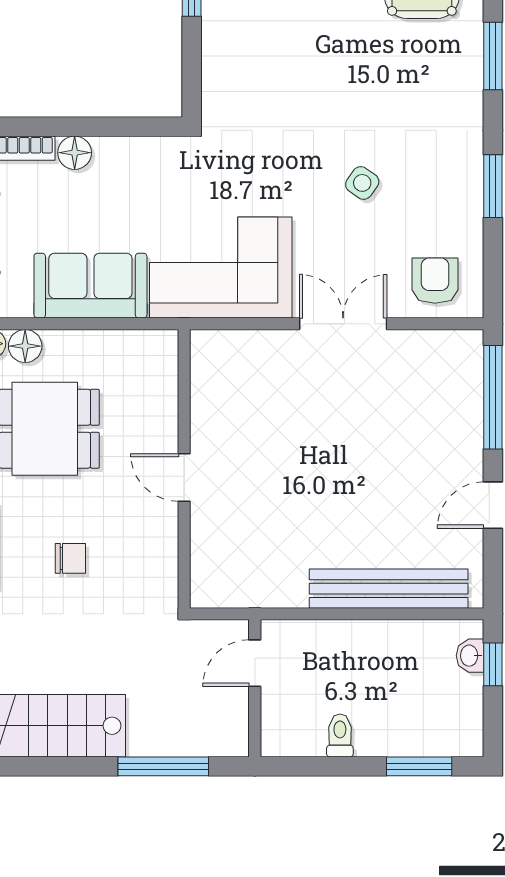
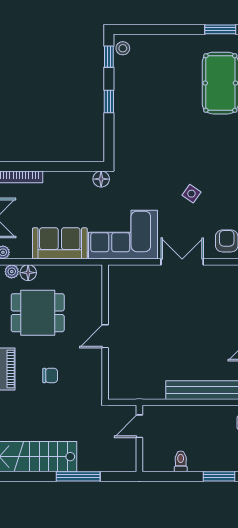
floor lamp: (75, 153) -> (101, 179), moved
door: (184, 477) -> (105, 336), hinge flipped
window: (163, 766) -> (78, 476), moved

